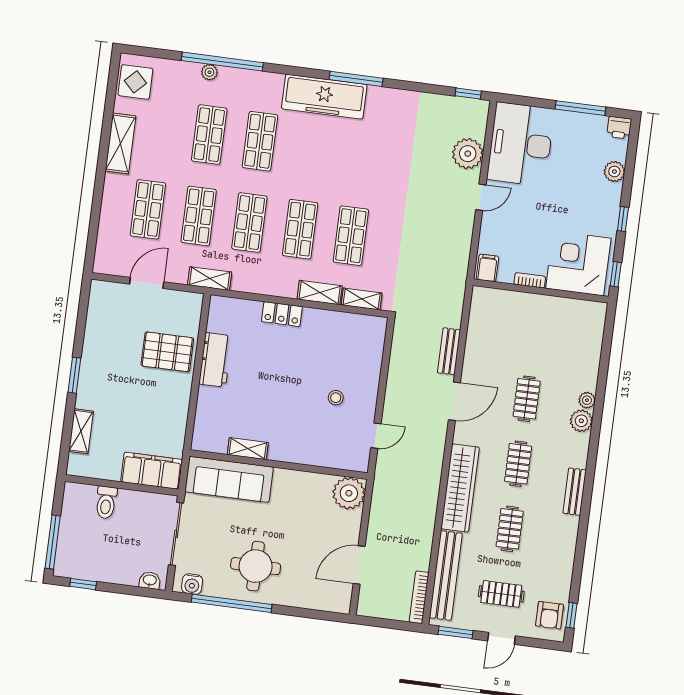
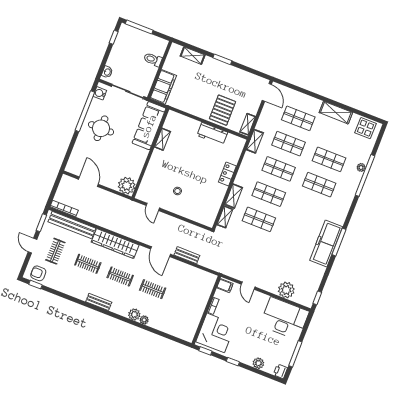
freezer: (324, 97) -> (326, 243), moved
door: (481, 197) -> (248, 286), moved
door: (147, 283) -> (267, 92), moved
shelving: (182, 299) -> (248, 124), added

